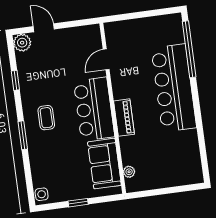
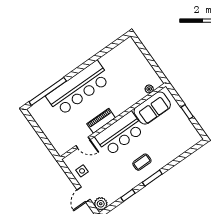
piano: (124, 118) -> (101, 121), moved
window: (23, 135) -> (152, 178), moved
side table: (42, 194) -> (82, 171), moved

